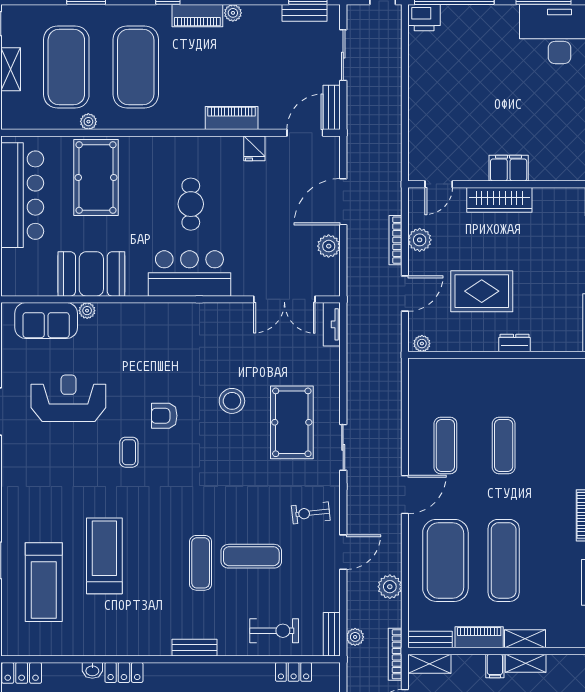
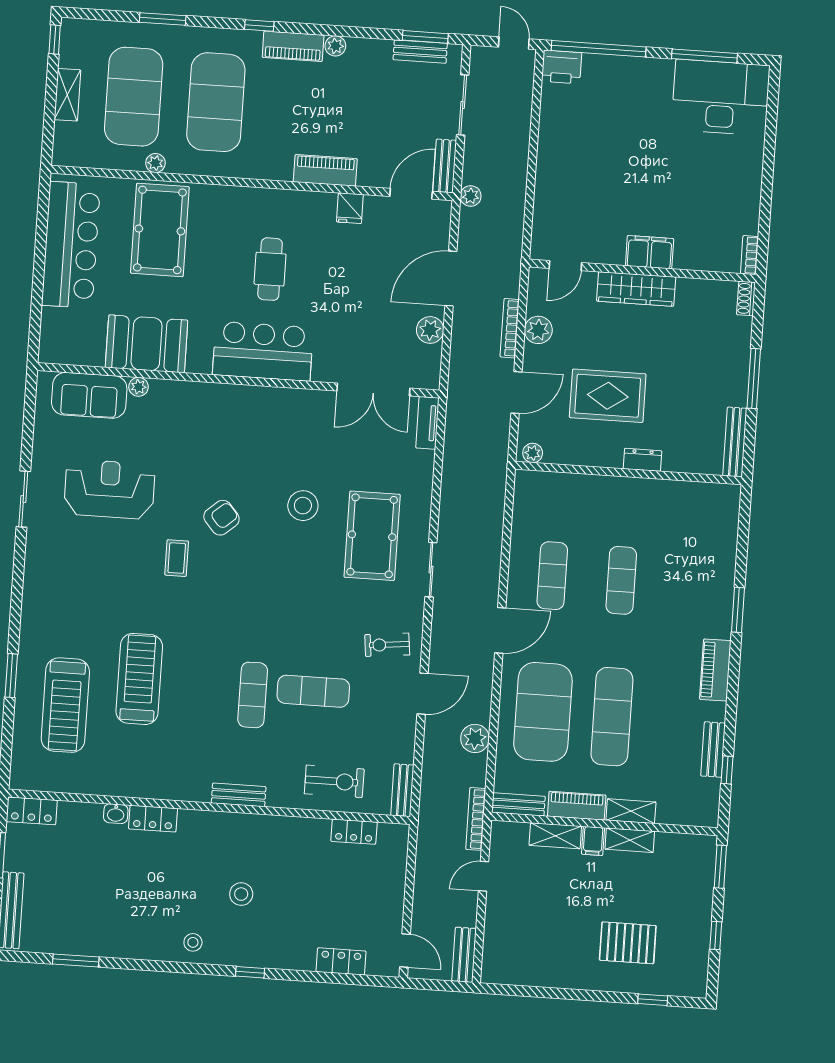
armchair: (164, 416) -> (221, 518), turned 139
plant: (355, 637) -> (471, 196), moved
shelving: (429, 664) -> (555, 836), moved

